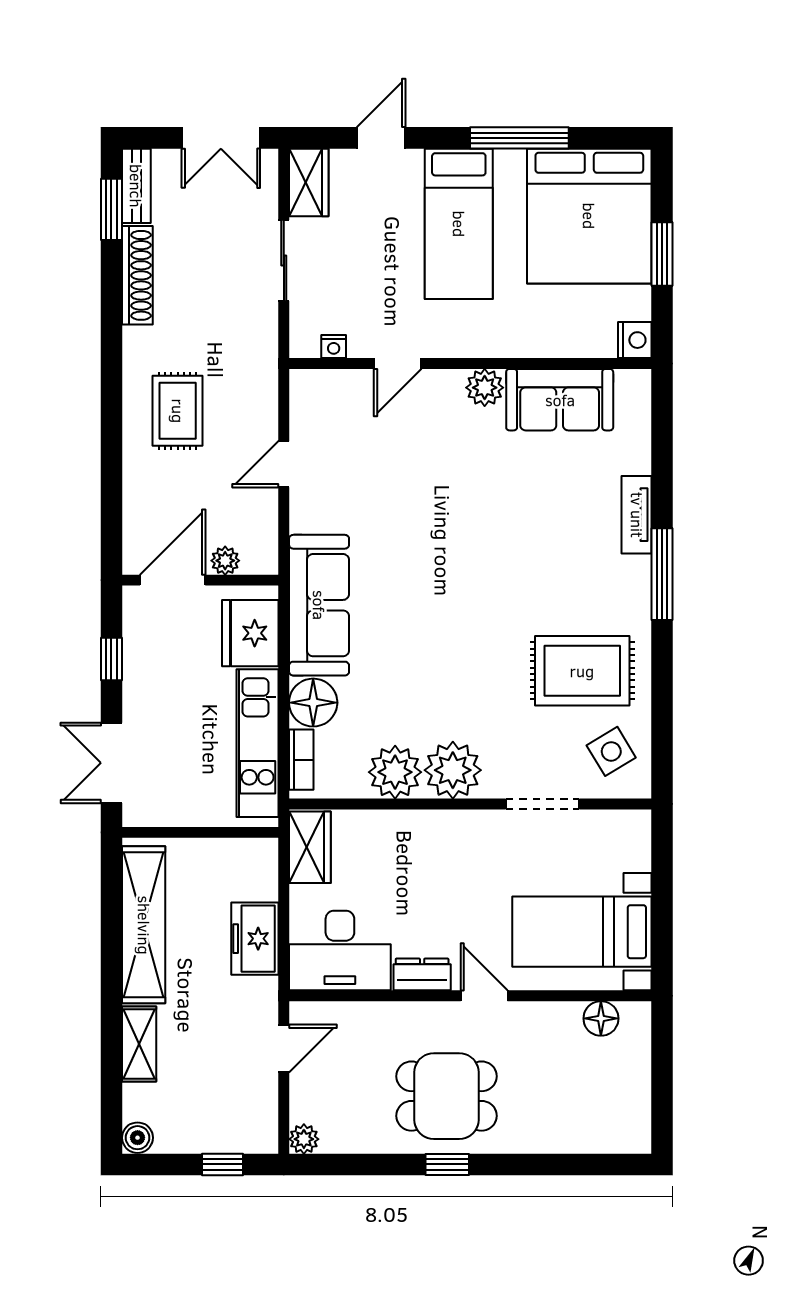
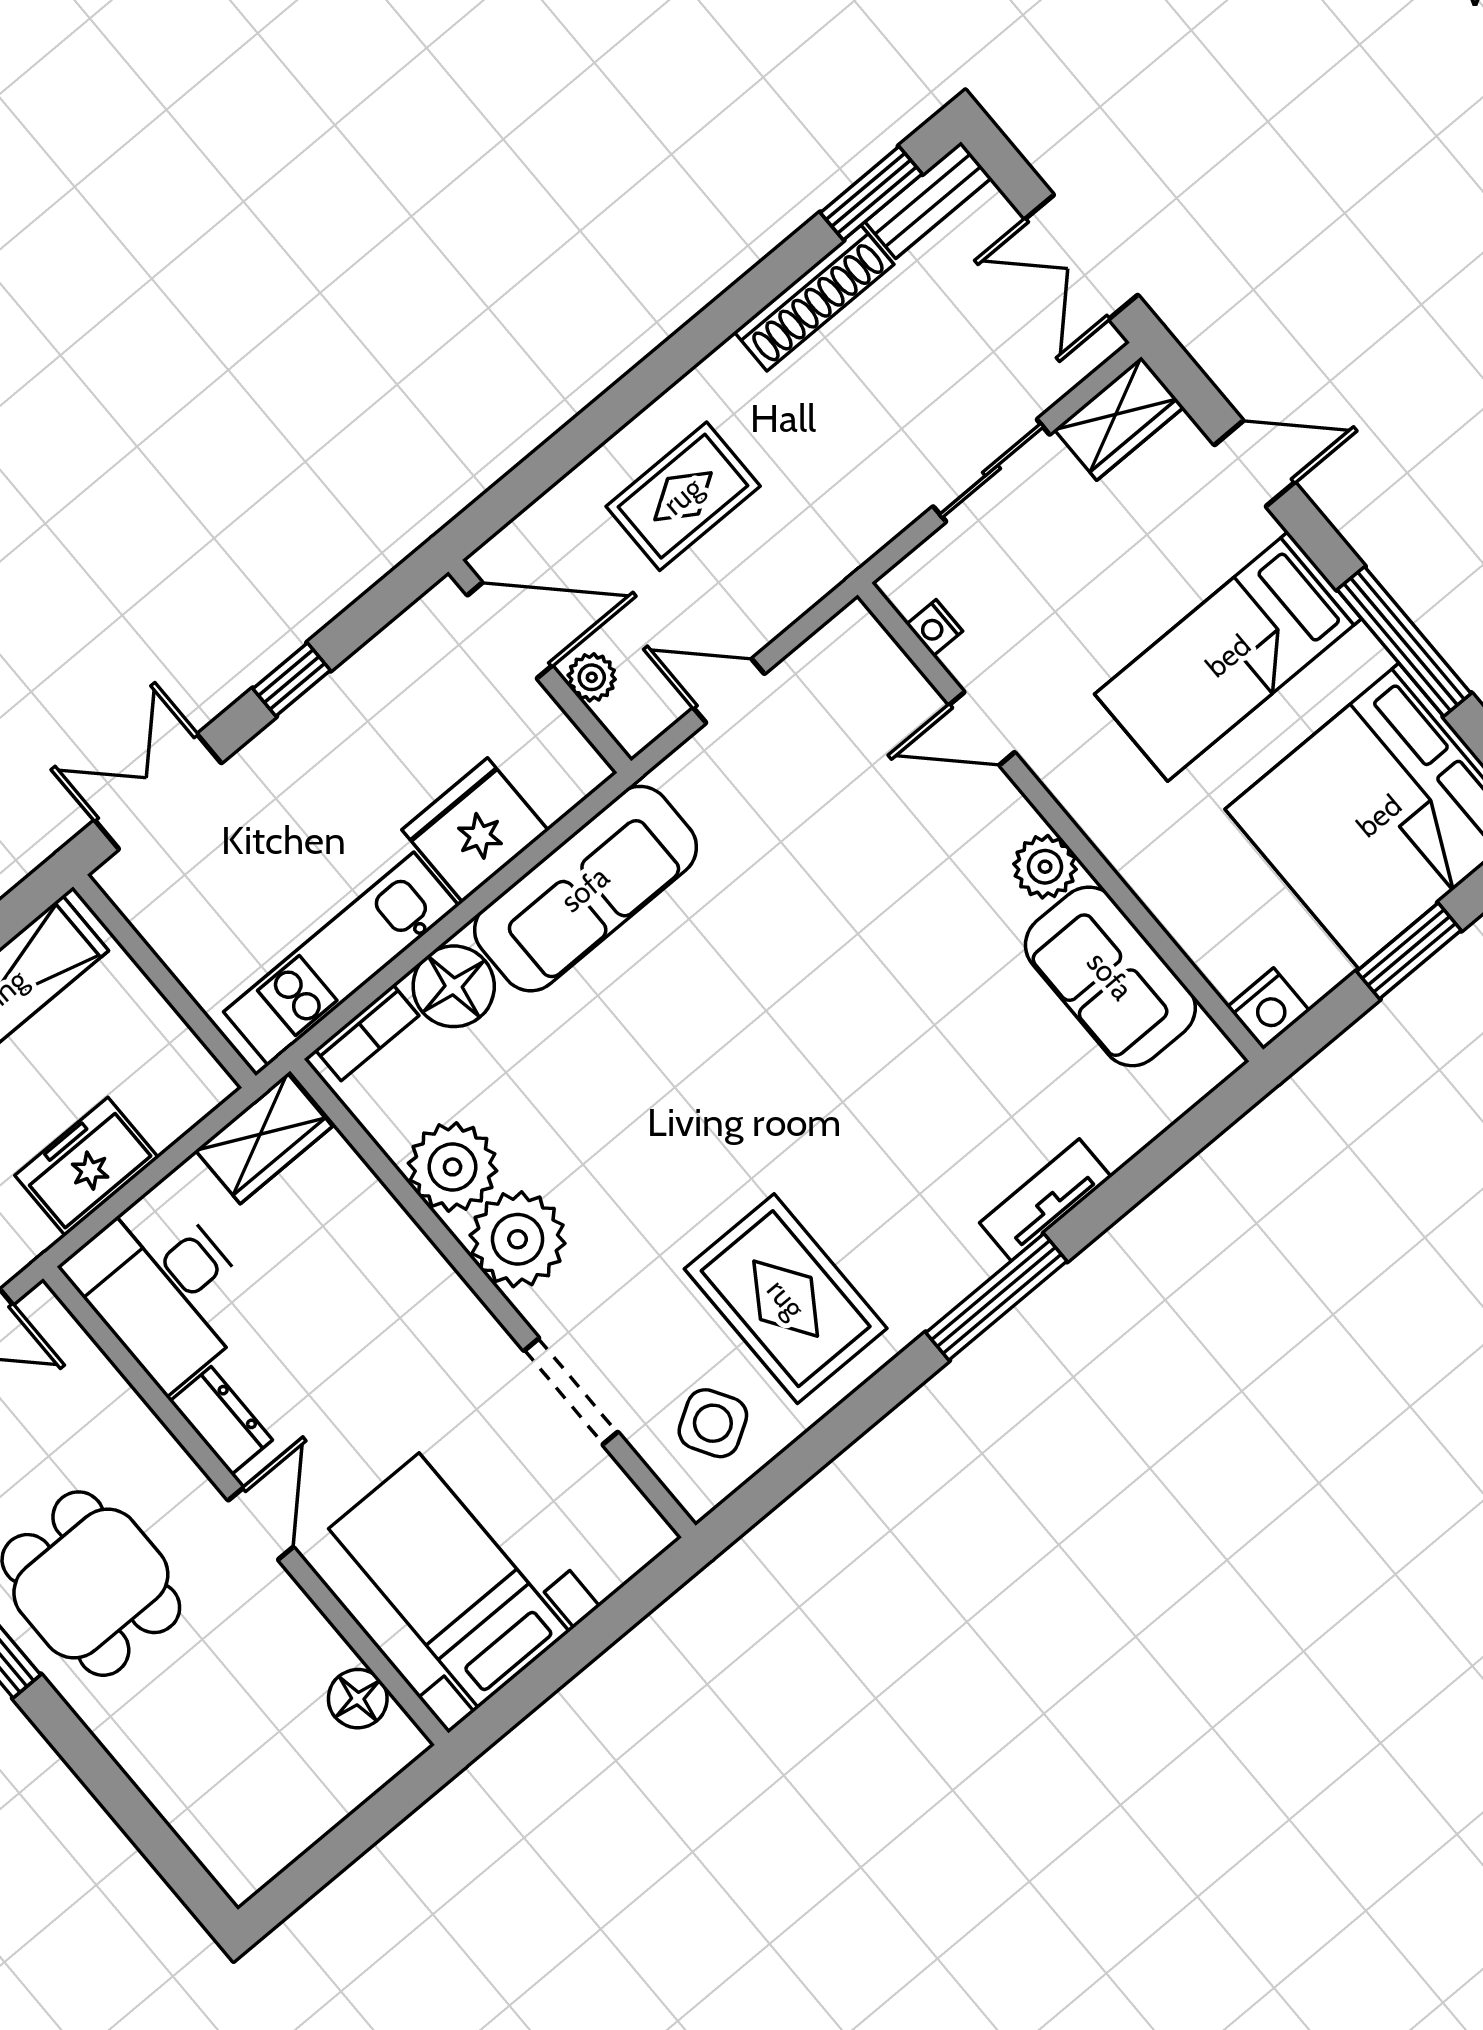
plant: (225, 561) -> (592, 677), moved
door: (173, 580) -> (510, 631), moved
wall: (200, 580) -> (540, 666), moved

